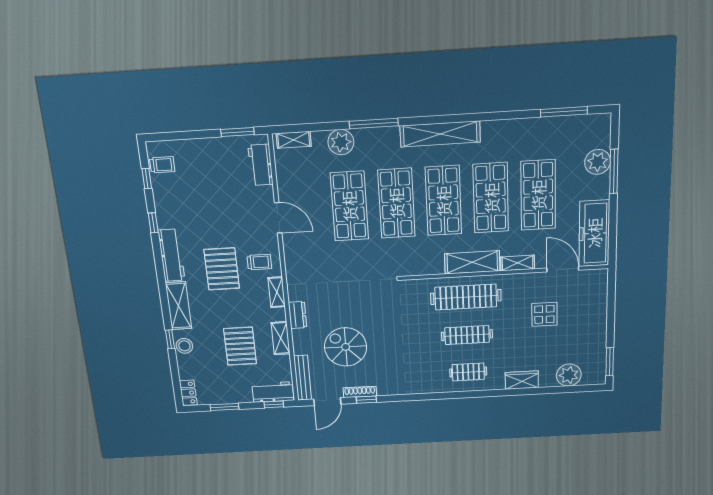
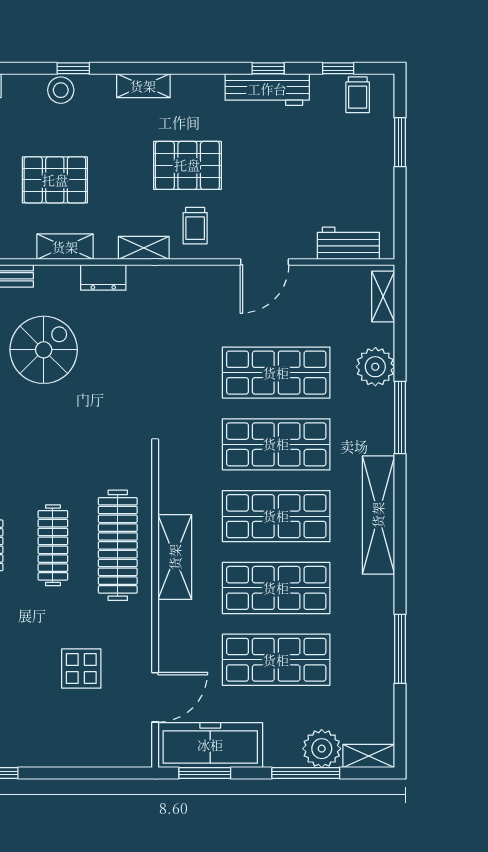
window: (564, 112) -> (400, 649), moved
window: (237, 132) -> (400, 142), moved
window: (612, 236) -> (205, 773), added
workbench: (171, 255) -> (267, 89), moved
shelving: (518, 263) -> (369, 756), moved, turned 90
shelving: (179, 306) -> (143, 86), width x0.67, depth x0.75

